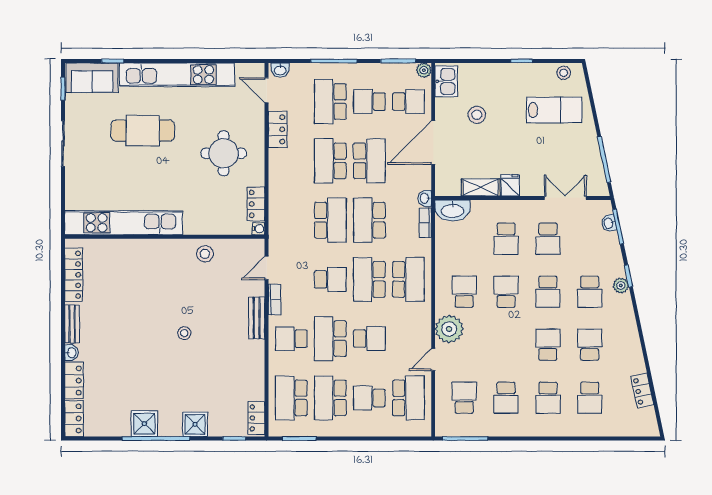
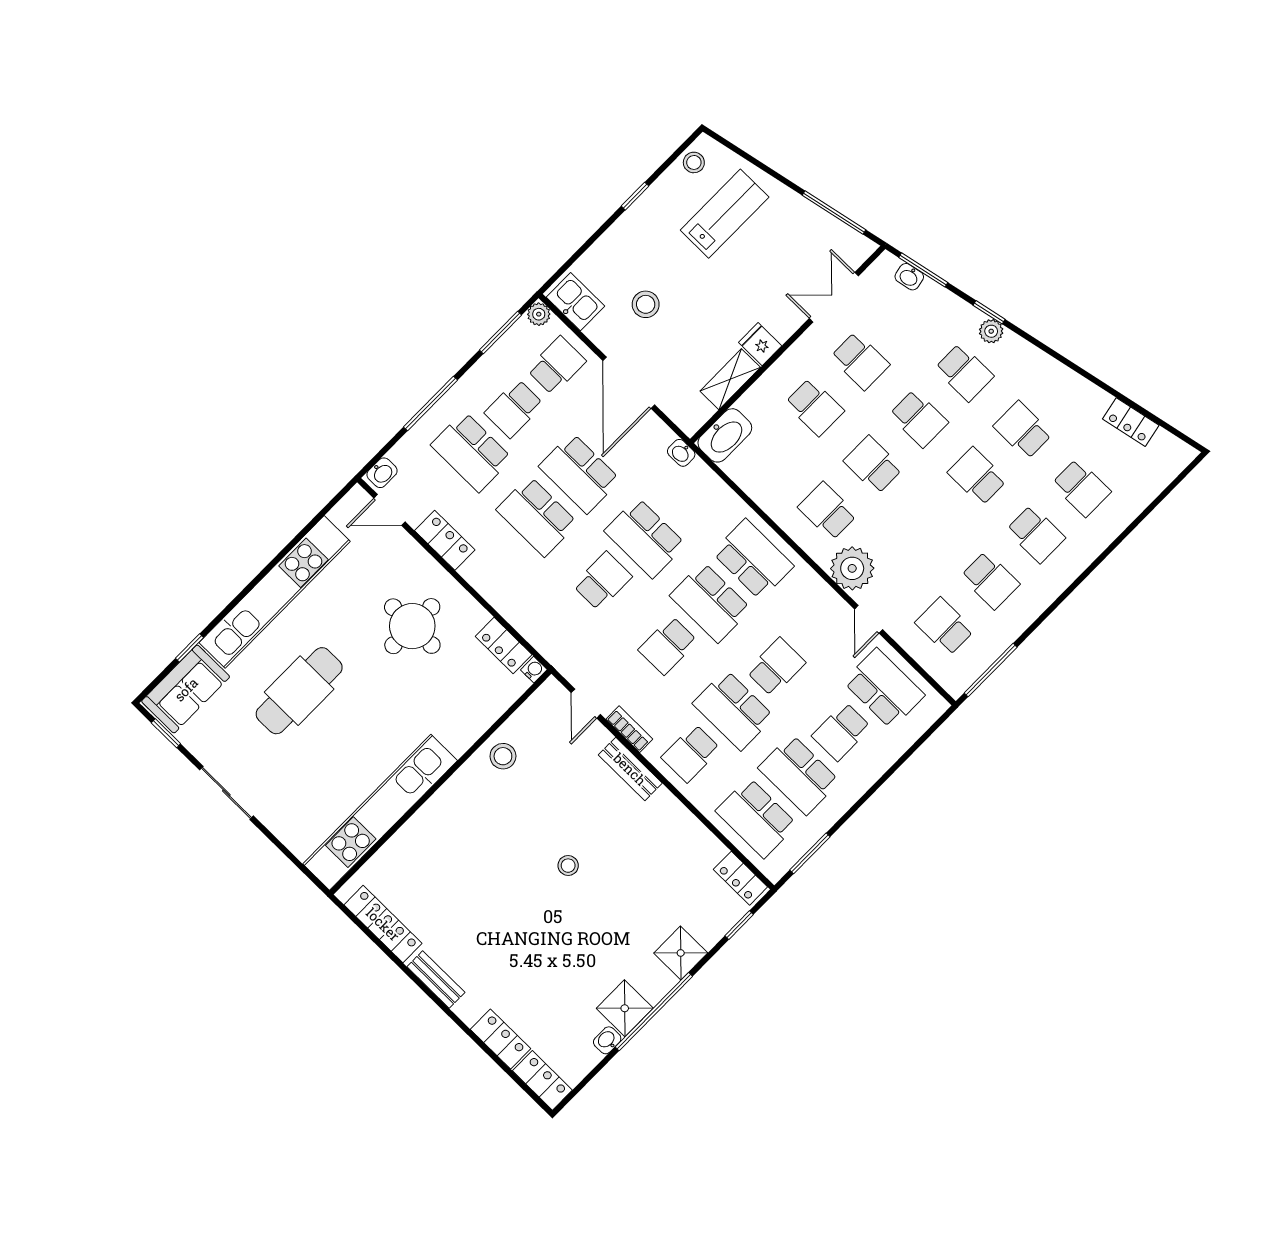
school desk: (369, 161) -> (579, 473), turned 180
school desk: (330, 220) -> (602, 581), width x0.54
bookcase: (425, 223) -> (709, 479), removed
school desk: (330, 279) -> (668, 645), turned 180
washbasin: (71, 353) -> (607, 1040), moved, turned -90

